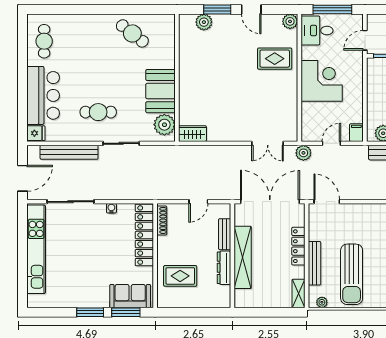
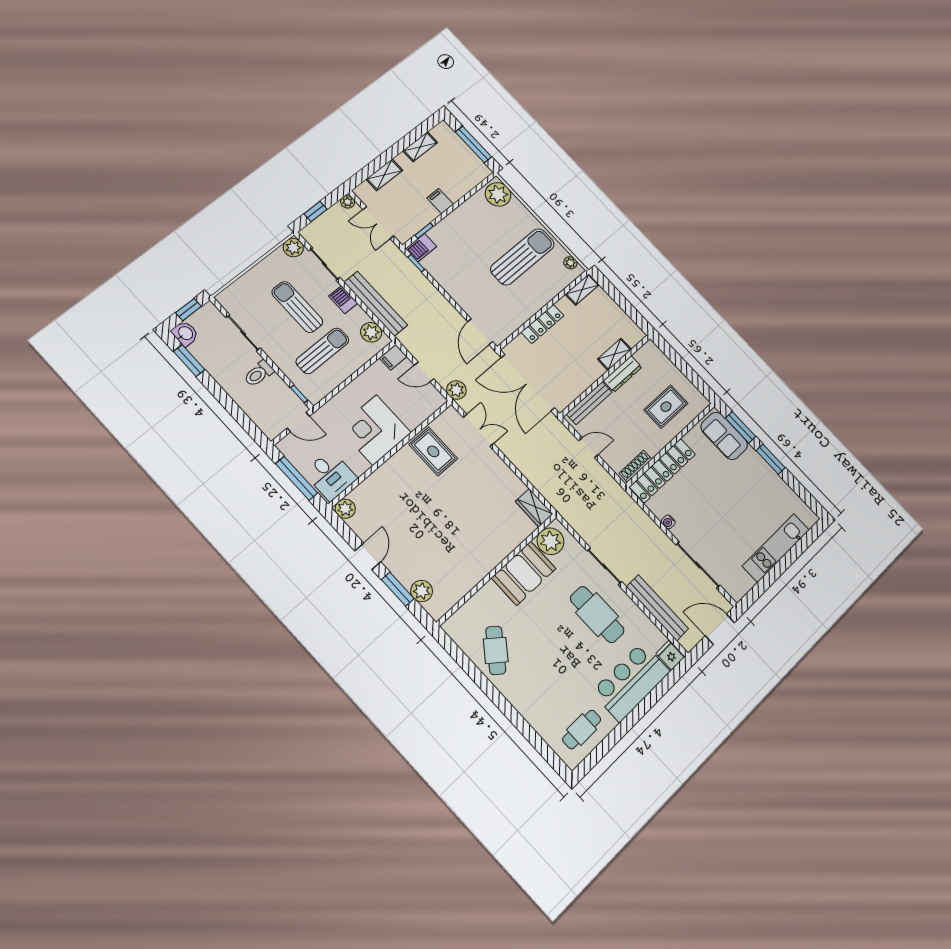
rug: (275, 59) -> (433, 451), moved
cafe table: (98, 112) -> (597, 615), width x1.37, depth x1.35
bench: (225, 234) -> (589, 403), width x1.36
kitchen unit: (36, 249) -> (776, 548), width x0.73
shelving: (243, 257) -> (615, 354), width x0.45, depth x0.75
bench: (315, 263) -> (544, 297), removed
rug: (180, 276) -> (666, 407), turned 90

